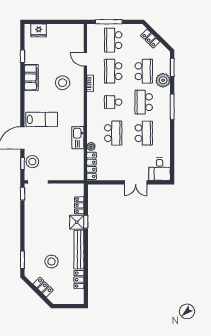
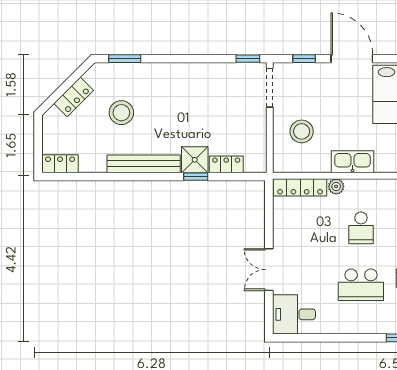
school desk: (113, 133) -> (361, 228), width x0.54
stool: (32, 162) -> (302, 131), moved
locker: (79, 280) -> (60, 164), moved

